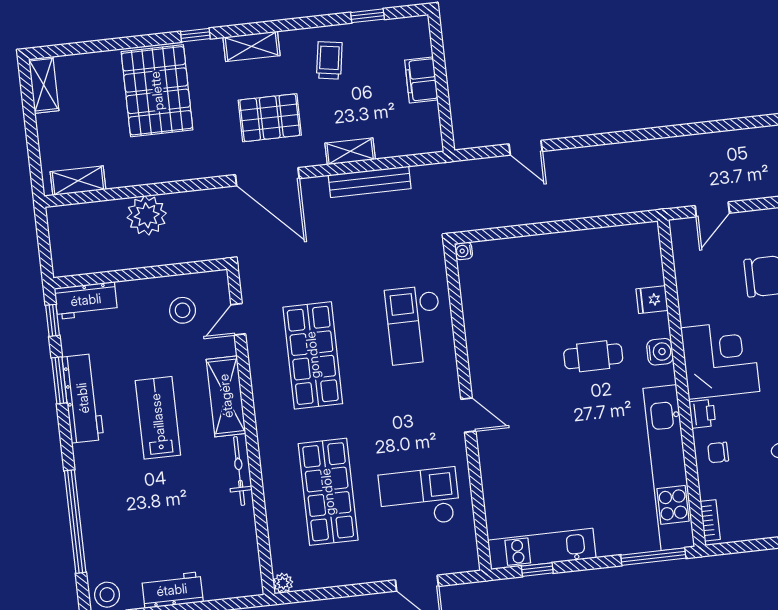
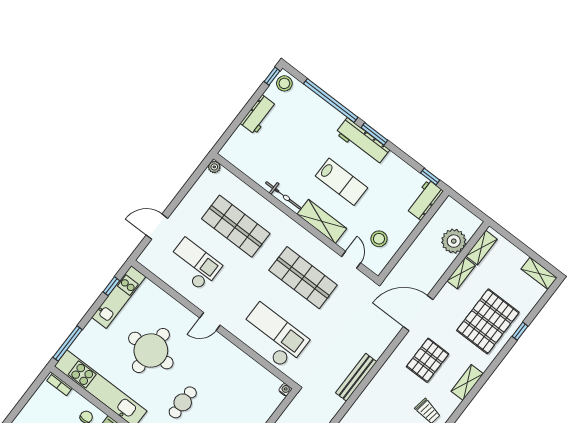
window: (195, 35) -> (520, 331), moved
pallet: (157, 91) -> (488, 321), turned 90
shelving: (350, 151) -> (461, 273), moved
door: (267, 177) -> (418, 313), moved
plant: (147, 215) -> (454, 241), moved
checkout: (415, 325) -> (273, 336), width x1.36, depth x1.21
window: (59, 380) -> (374, 134), moved
workbench: (83, 398) -> (363, 142), moved
round table: (568, 452) -> (151, 350), added
checkout: (419, 498) -> (194, 264), turned -90

